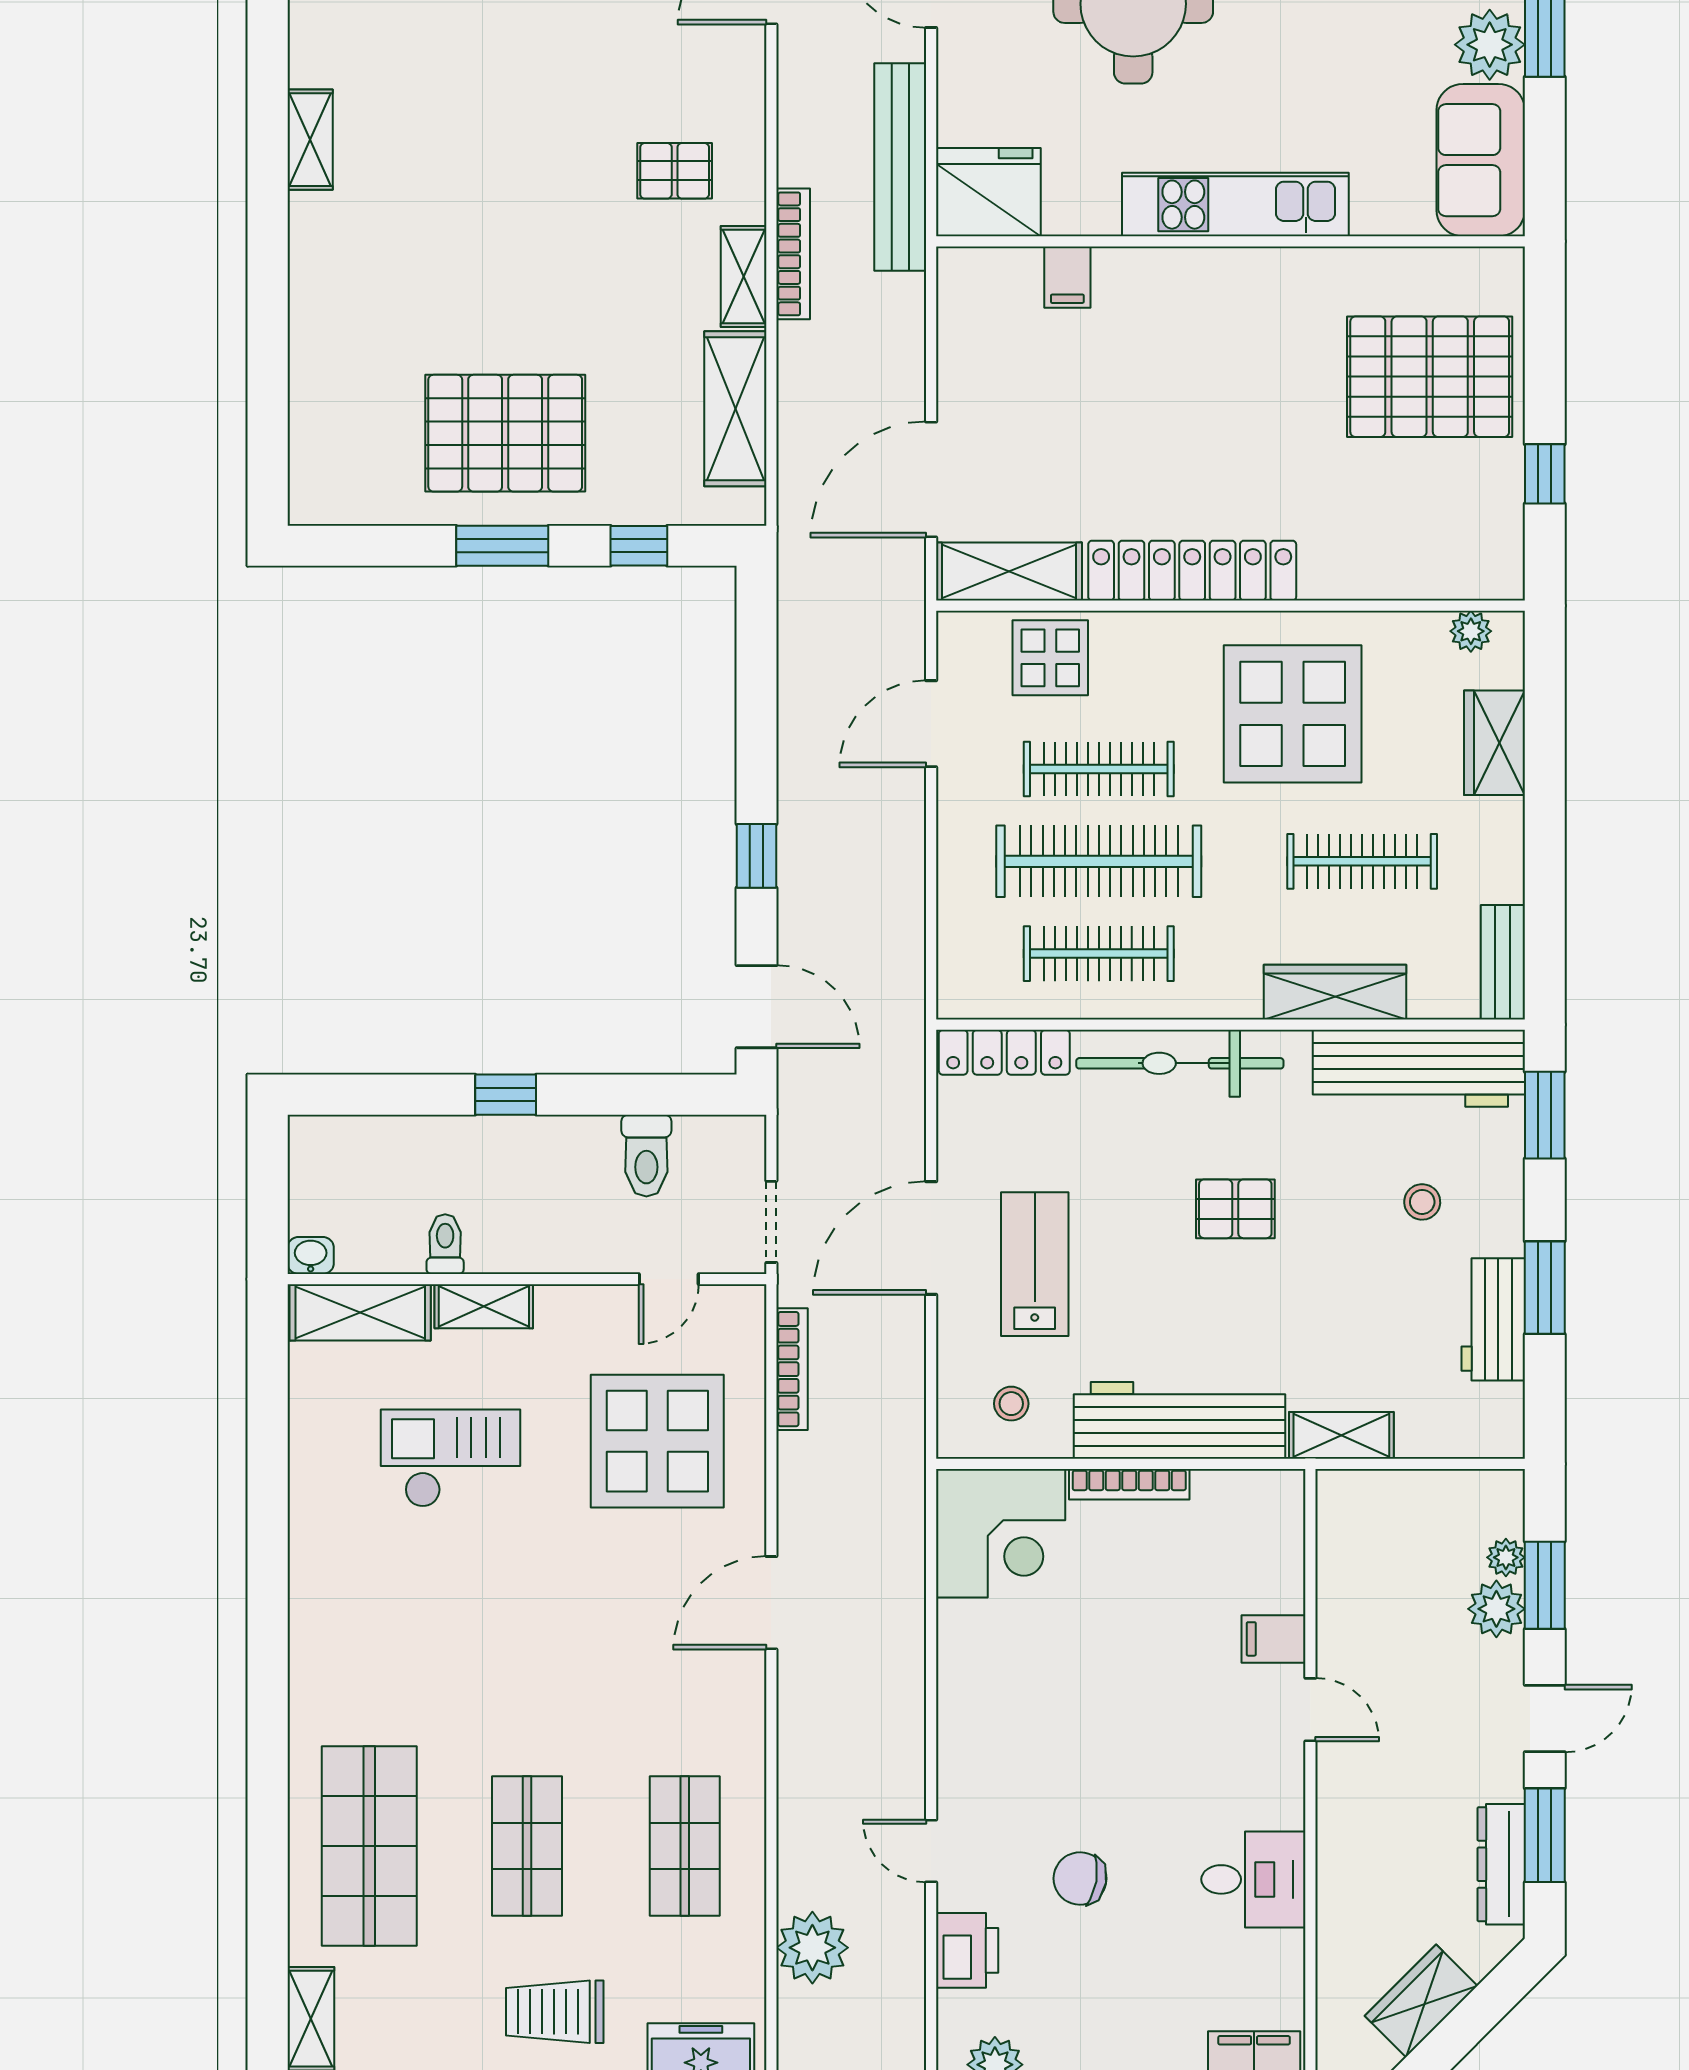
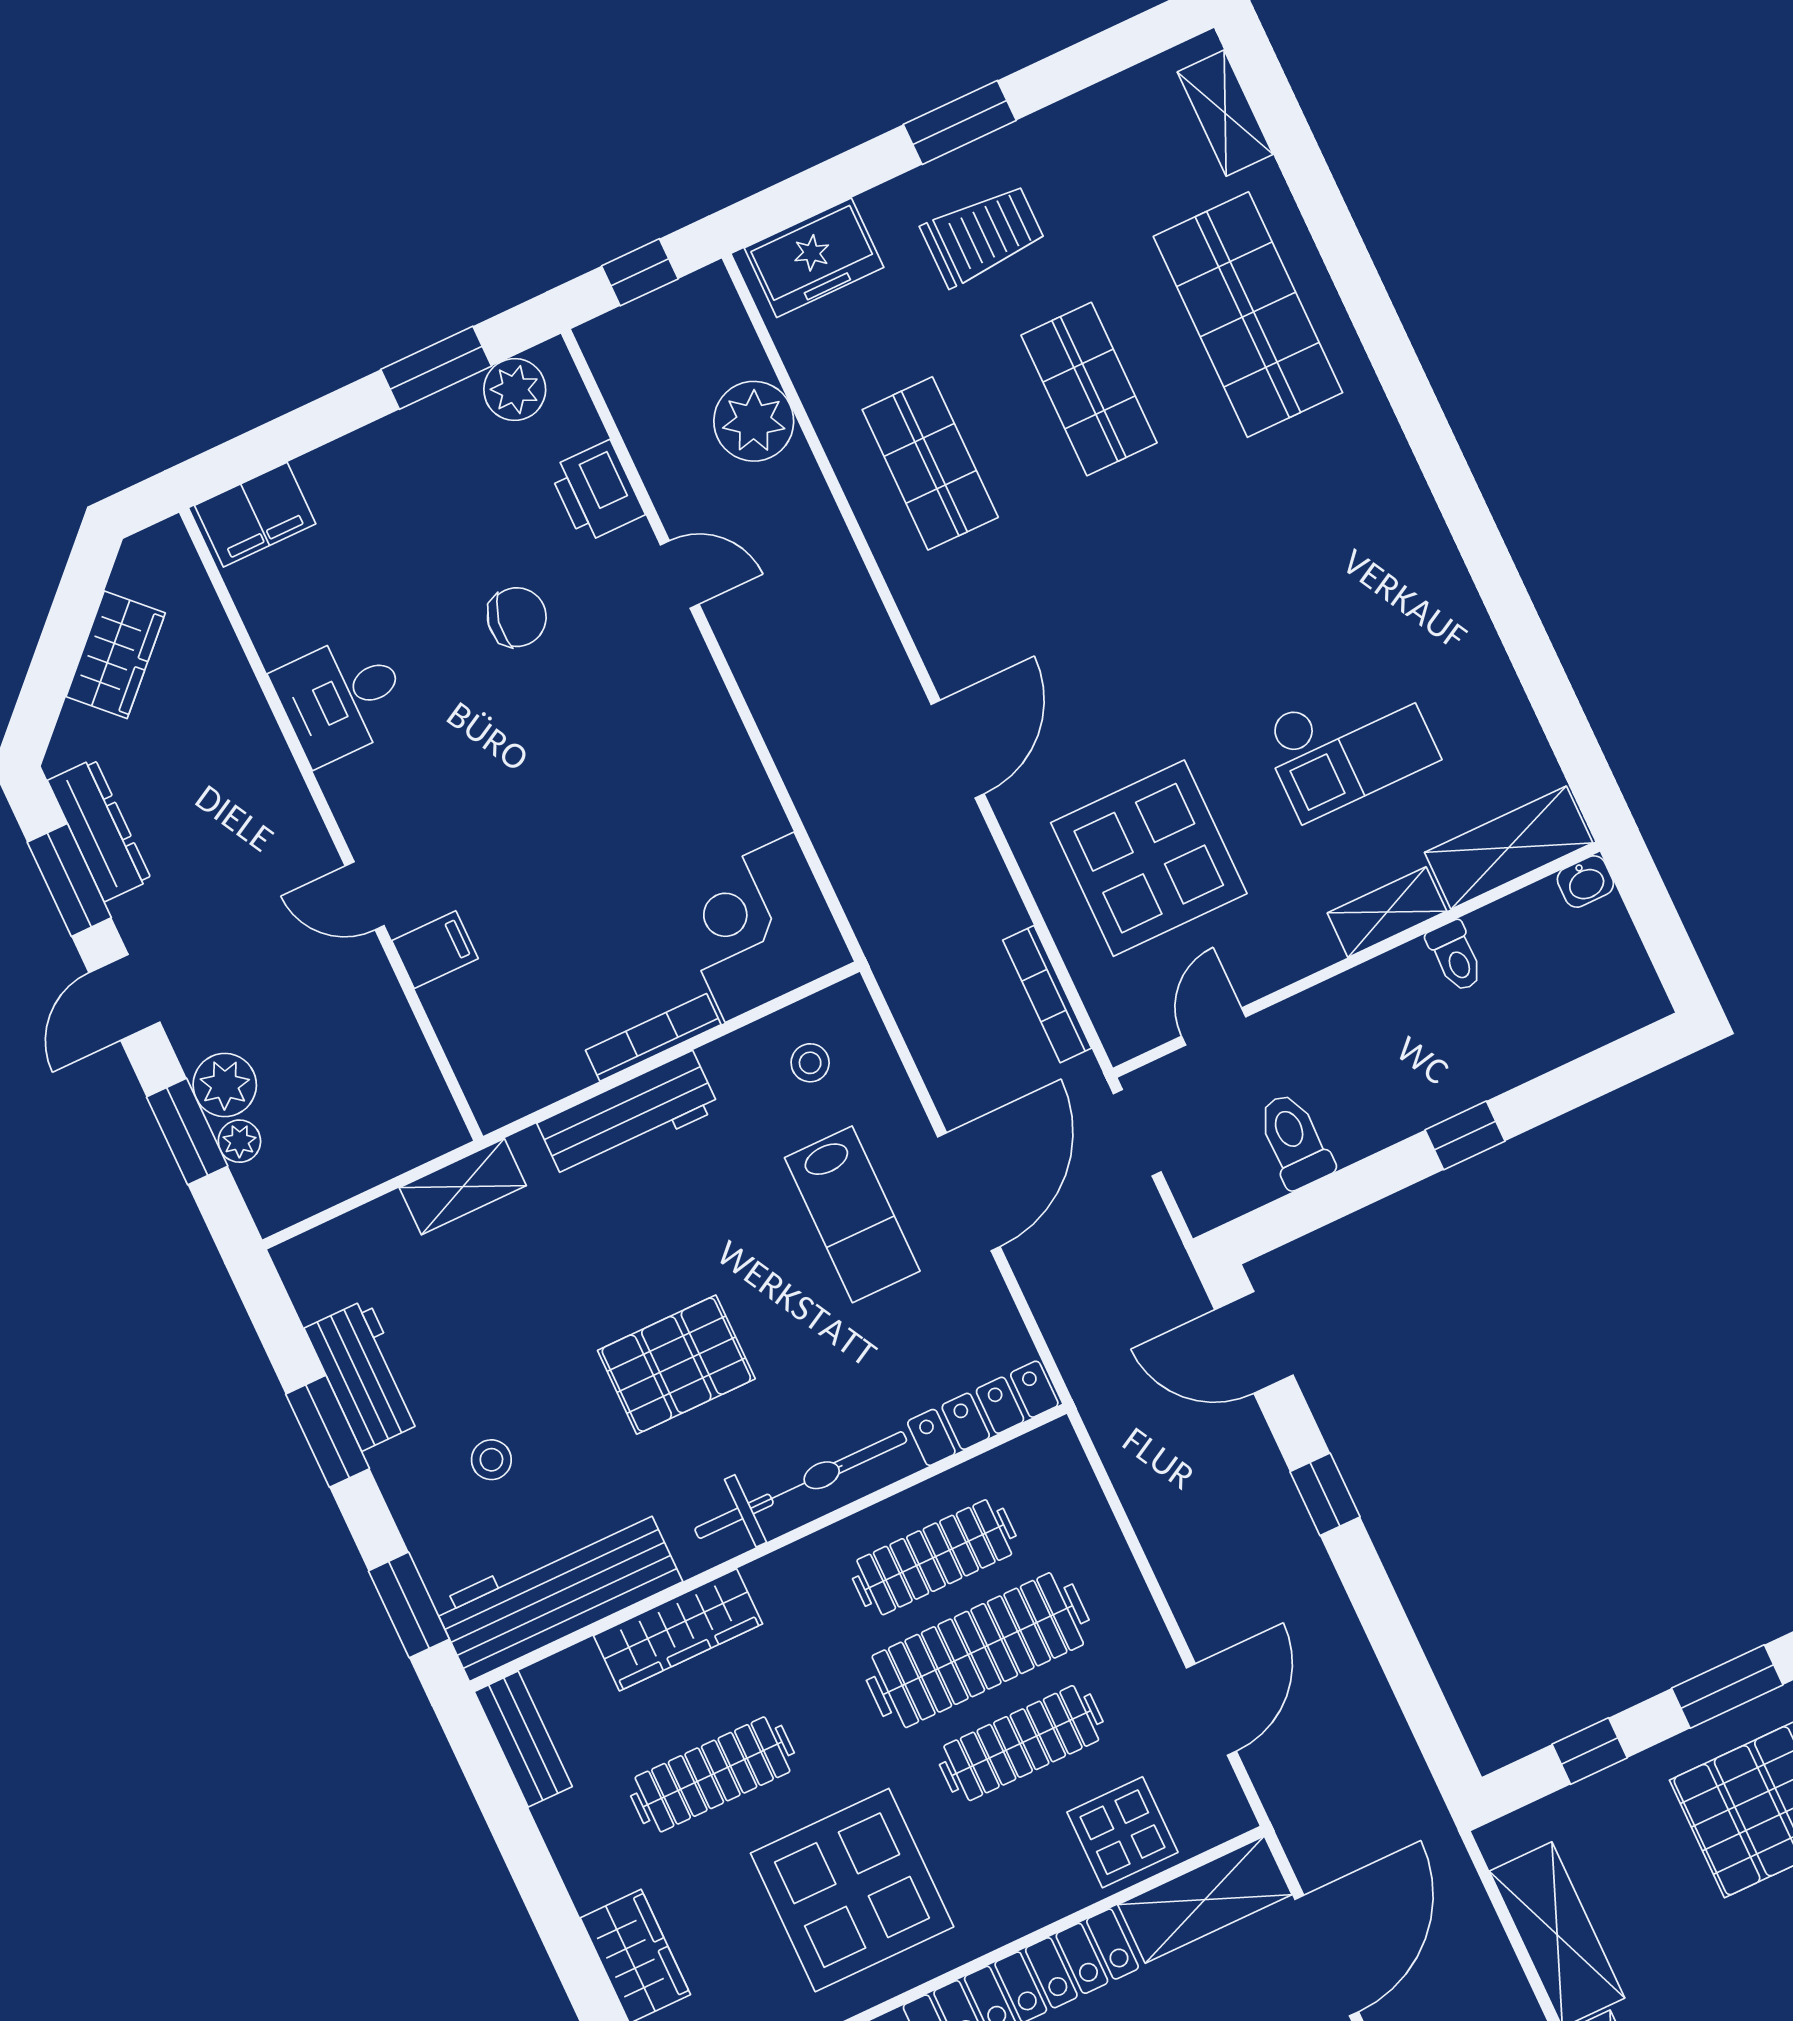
pallet: (1235, 1209) -> (676, 1365), width x1.50, depth x1.42
workbench: (1179, 1420) -> (628, 1116), width x0.73, depth x0.76

